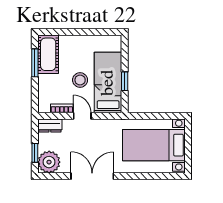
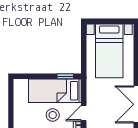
window: (125, 81) -> (65, 76), moved

